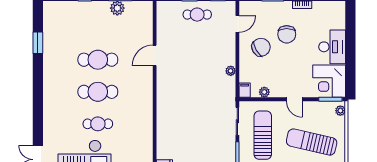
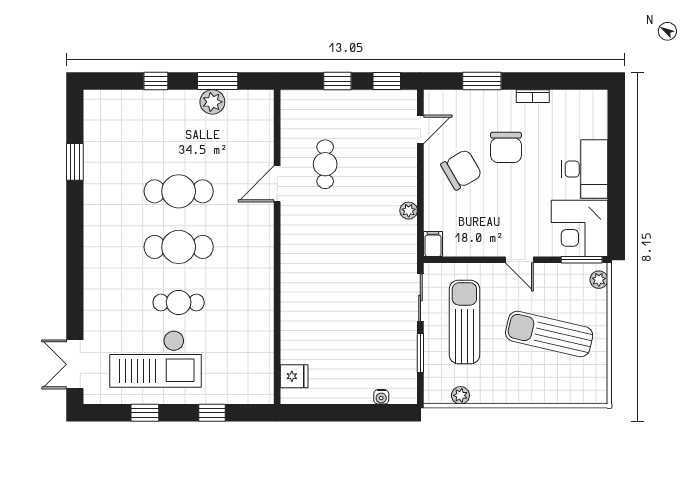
cafe table: (197, 15) -> (325, 164), moved, turned 90
plant: (264, 92) -> (467, 247), removed

